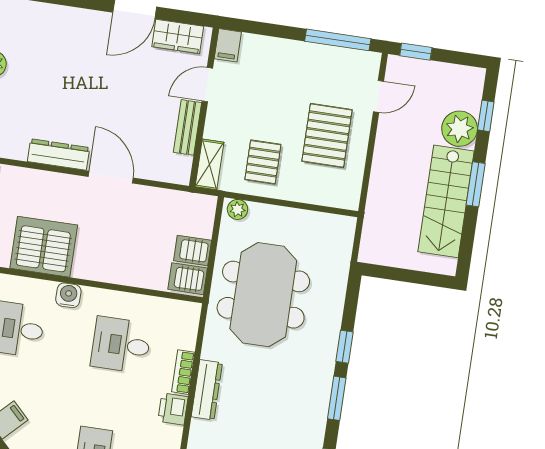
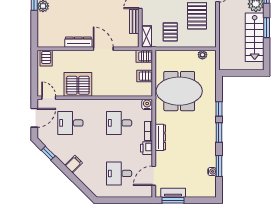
plant: (237, 209) -> (202, 55), moved
server rack: (188, 279) -> (144, 56), moved
water cooler: (68, 295) -> (147, 104), moved
meeting table: (263, 295) -> (179, 91), turned 90

